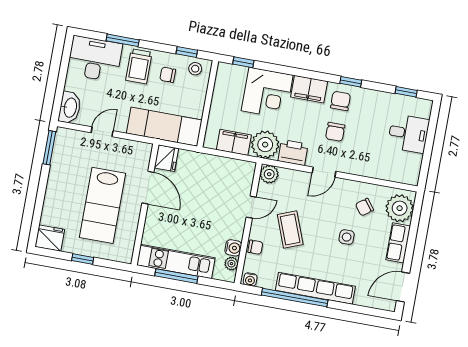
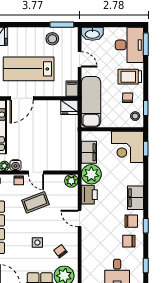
window: (123, 40) -> (146, 44), moved
corner desk: (267, 93) -> (127, 147), moved
chair: (335, 132) -> (129, 241), moved
filing cabinet: (141, 150) -> (72, 89), added
stool: (67, 165) -> (52, 39), added
door: (148, 188) -> (22, 98), moved
door: (251, 207) -> (36, 172), moved

